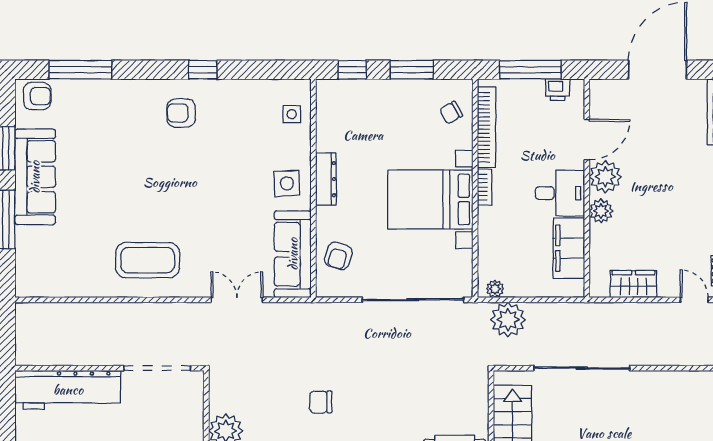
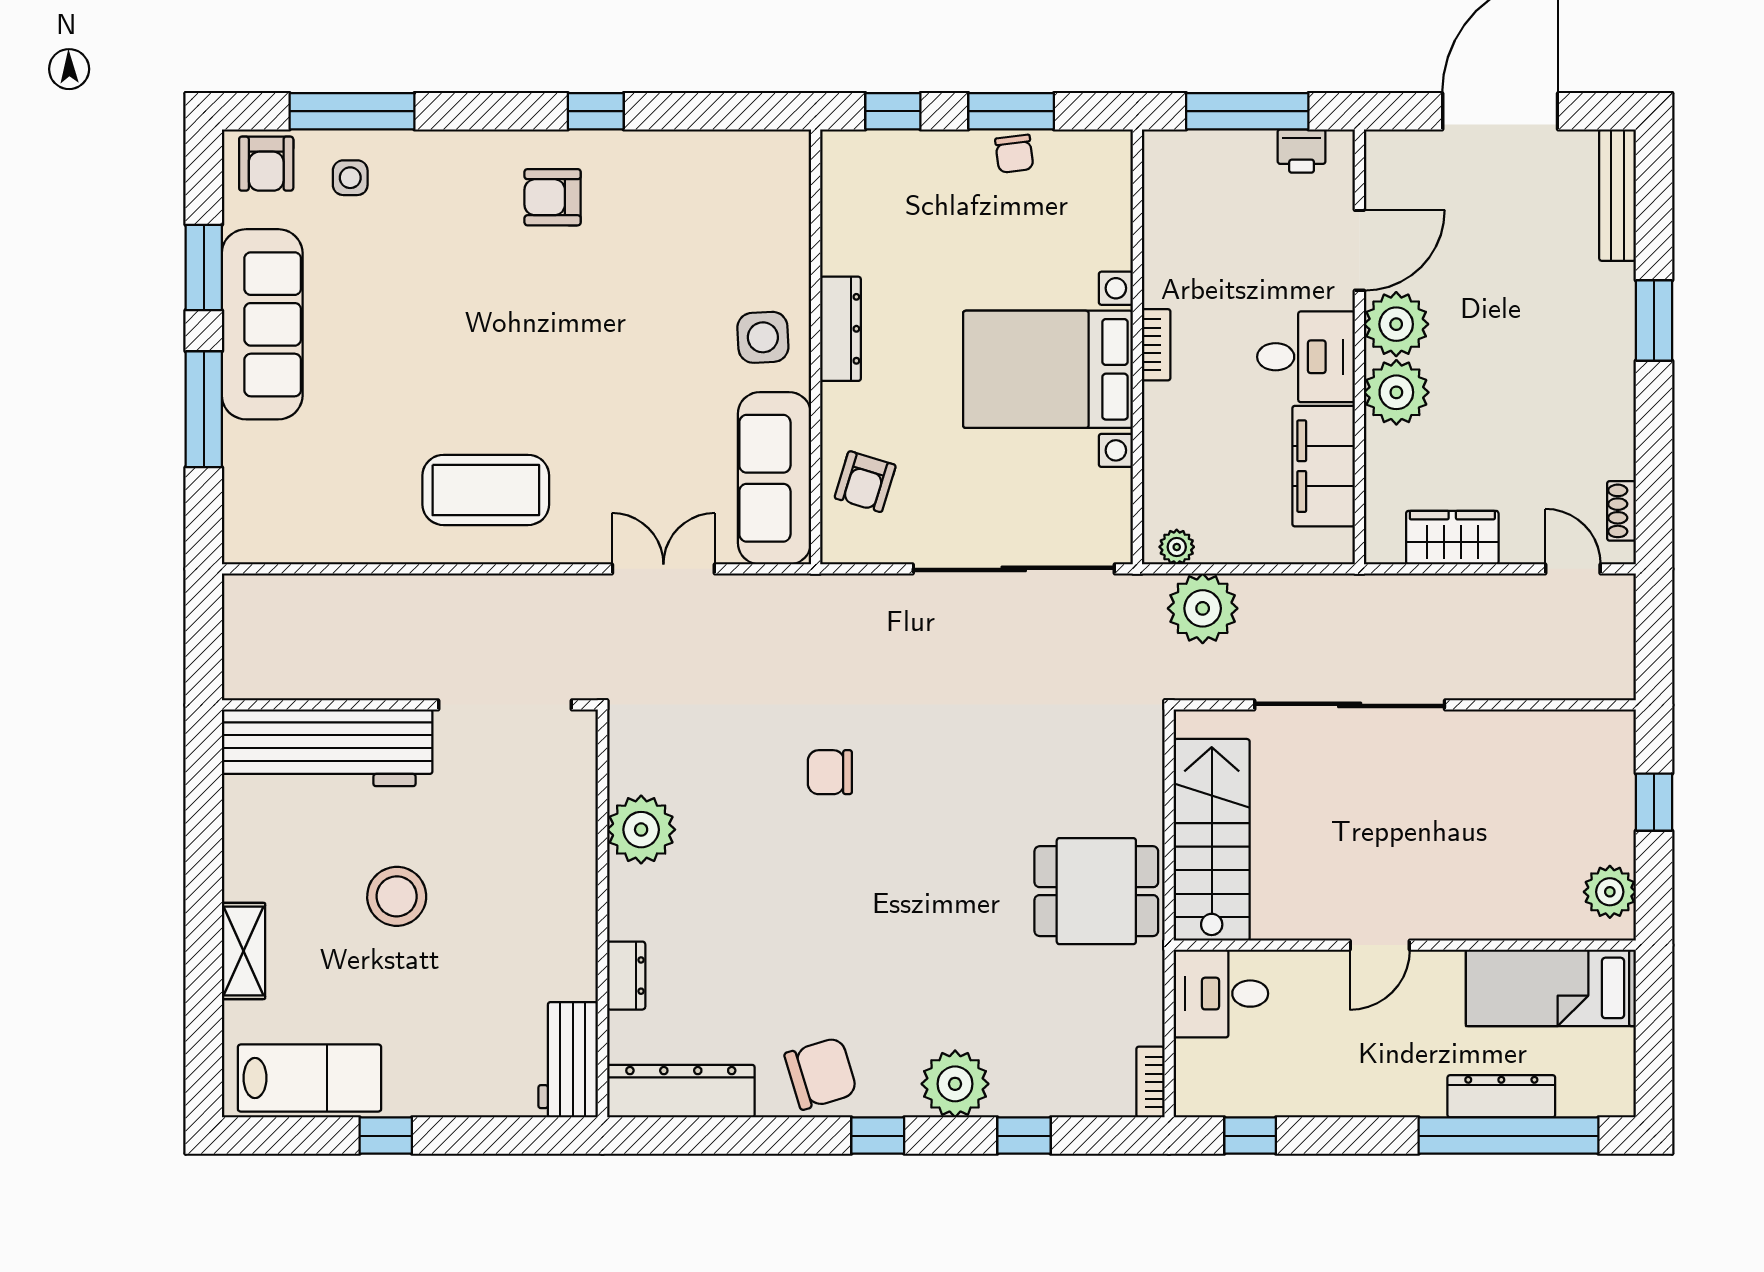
armchair: (37, 96) -> (266, 164), turned 90
chair: (451, 113) -> (1014, 154), moved, turned -68
side table: (292, 114) -> (350, 178), moved
bookcase: (487, 127) -> (1160, 225), removed
plant: (601, 211) -> (1396, 392), width x1.36, depth x1.36

